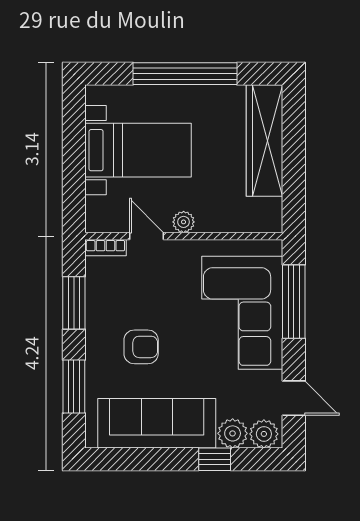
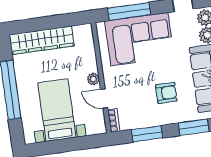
door: (146, 236) -> (104, 99), hinge flipped
armchair: (141, 347) -> (166, 93), turned 90

